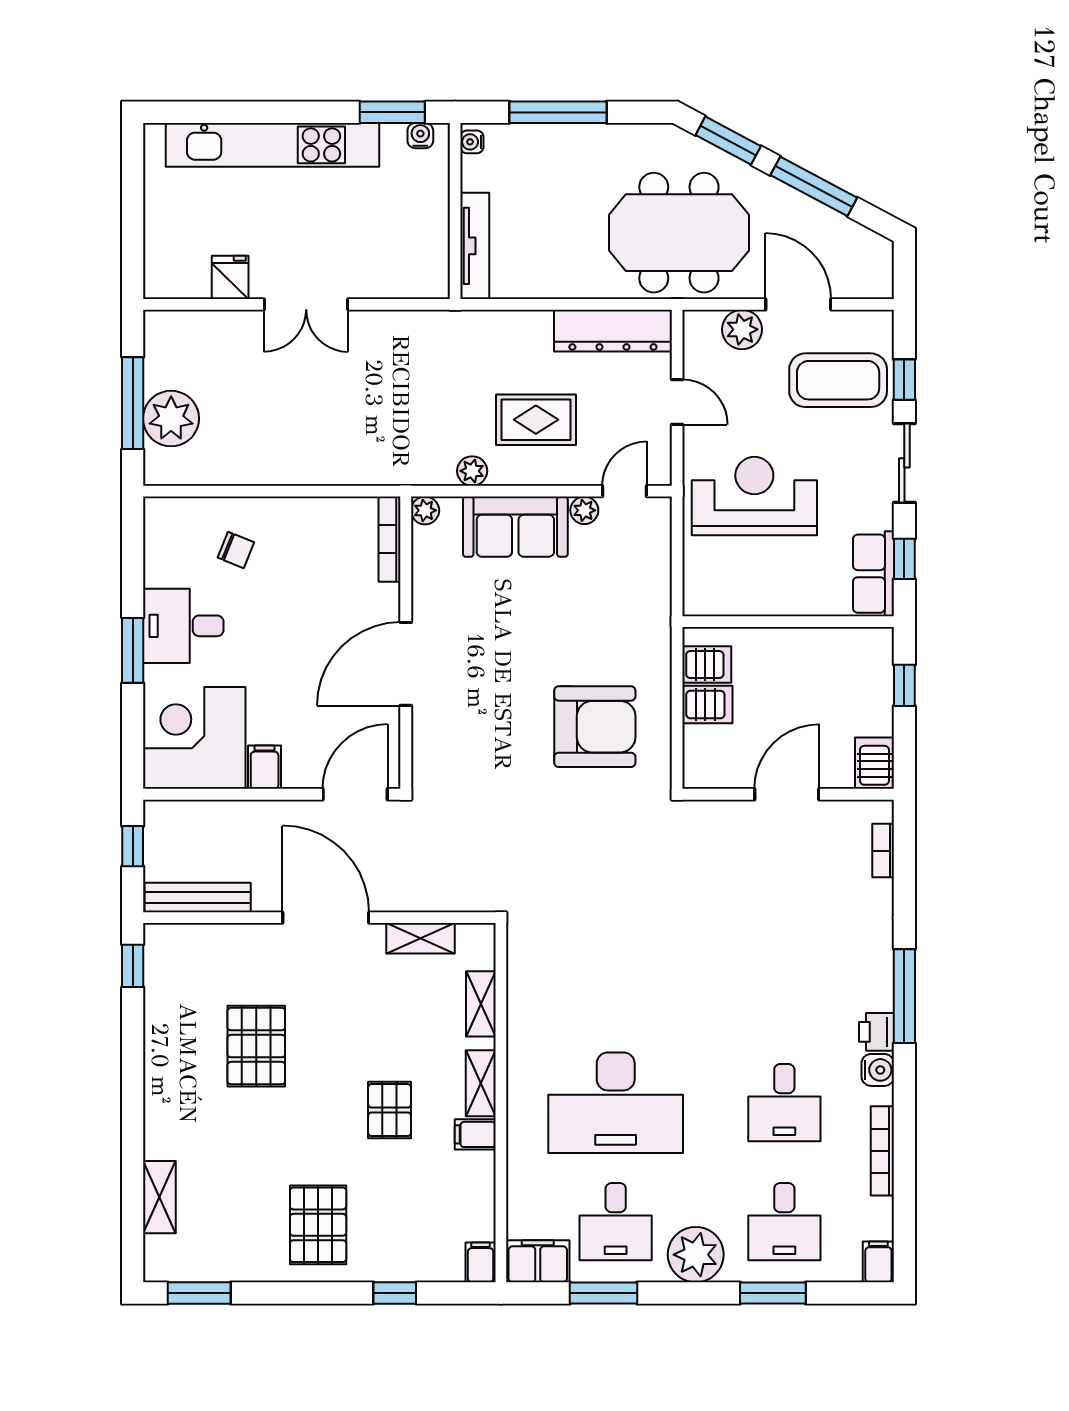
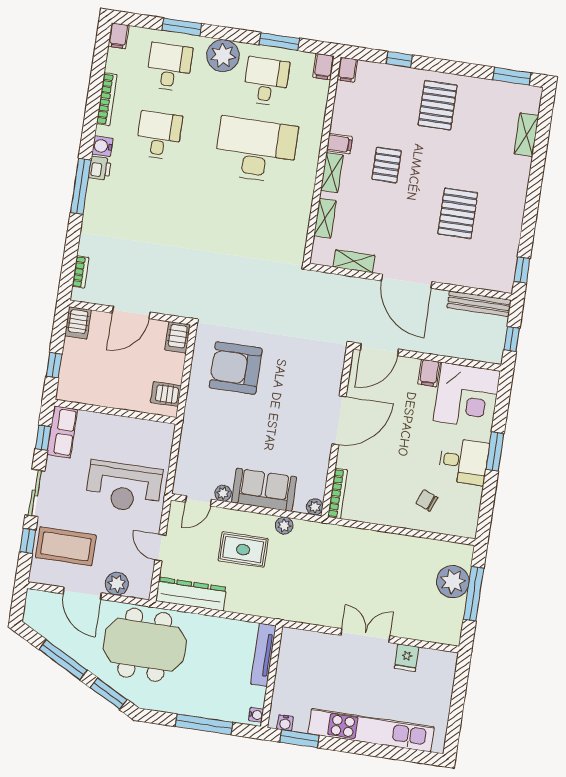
server rack: (707, 705) -> (178, 337), moved, turned -90
filing cabinet: (538, 1261) -> (323, 67), width x0.50

